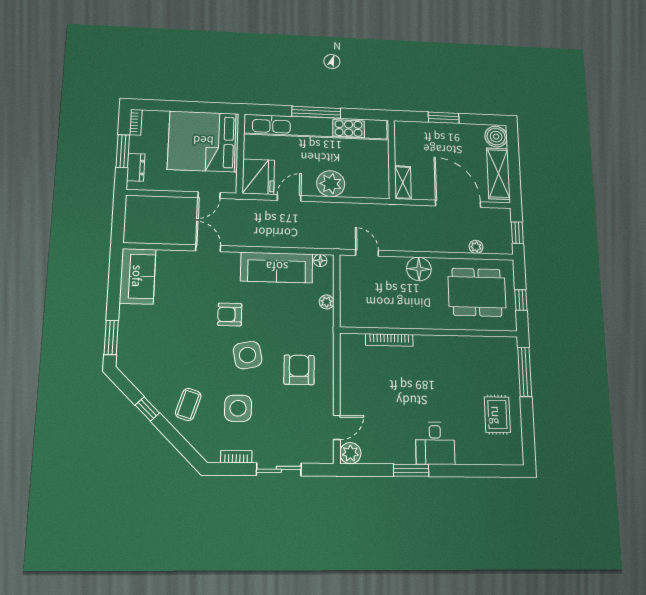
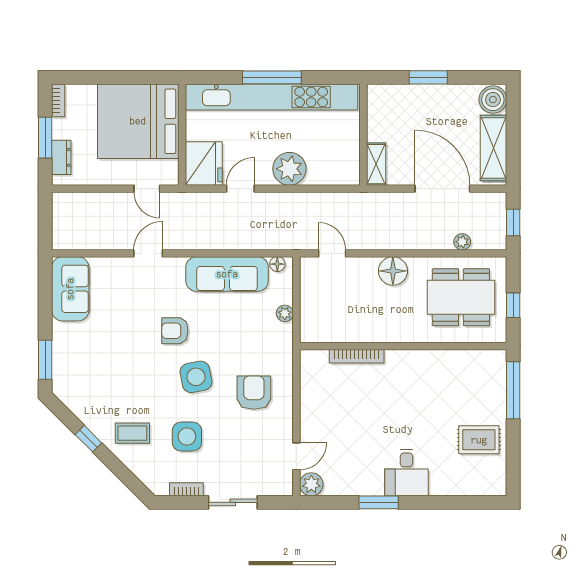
door: (209, 195) -> (147, 189), hinge flipped
door: (208, 248) -> (148, 253), hinge flipped
coffee table: (188, 404) -> (132, 433), turned 72
rug: (497, 415) -> (479, 440), turned 90

